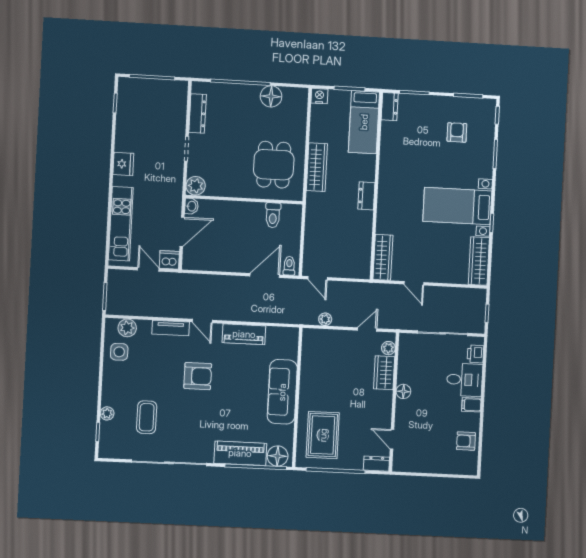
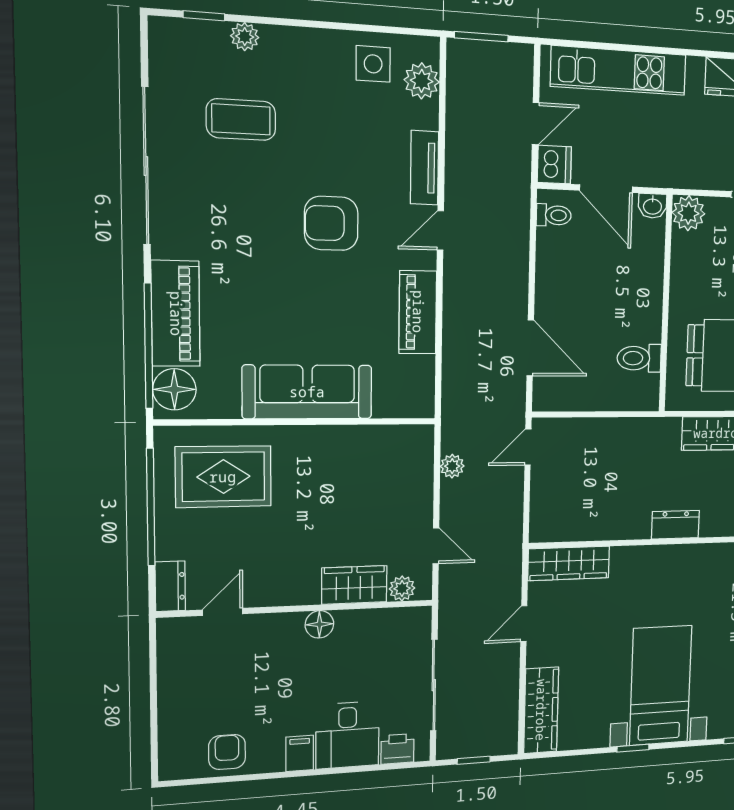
wardrobe: (479, 261) -> (541, 710), moved, turned 90
toilet: (289, 266) -> (554, 215), moved
armchair: (198, 376) -> (331, 223), turned 90

